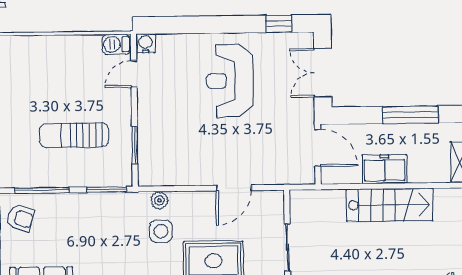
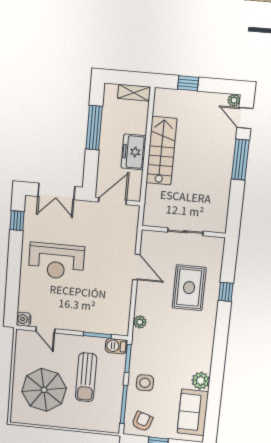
barbecue: (117, 44) -> (116, 346), moved, turned 90
parasol: (49, 79) -> (44, 390), added
side table: (161, 231) -> (145, 383), moved

